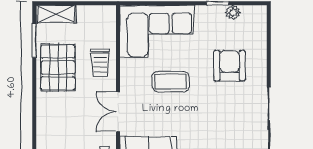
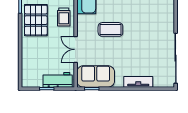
armchair: (229, 66) -> (149, 19), removed

